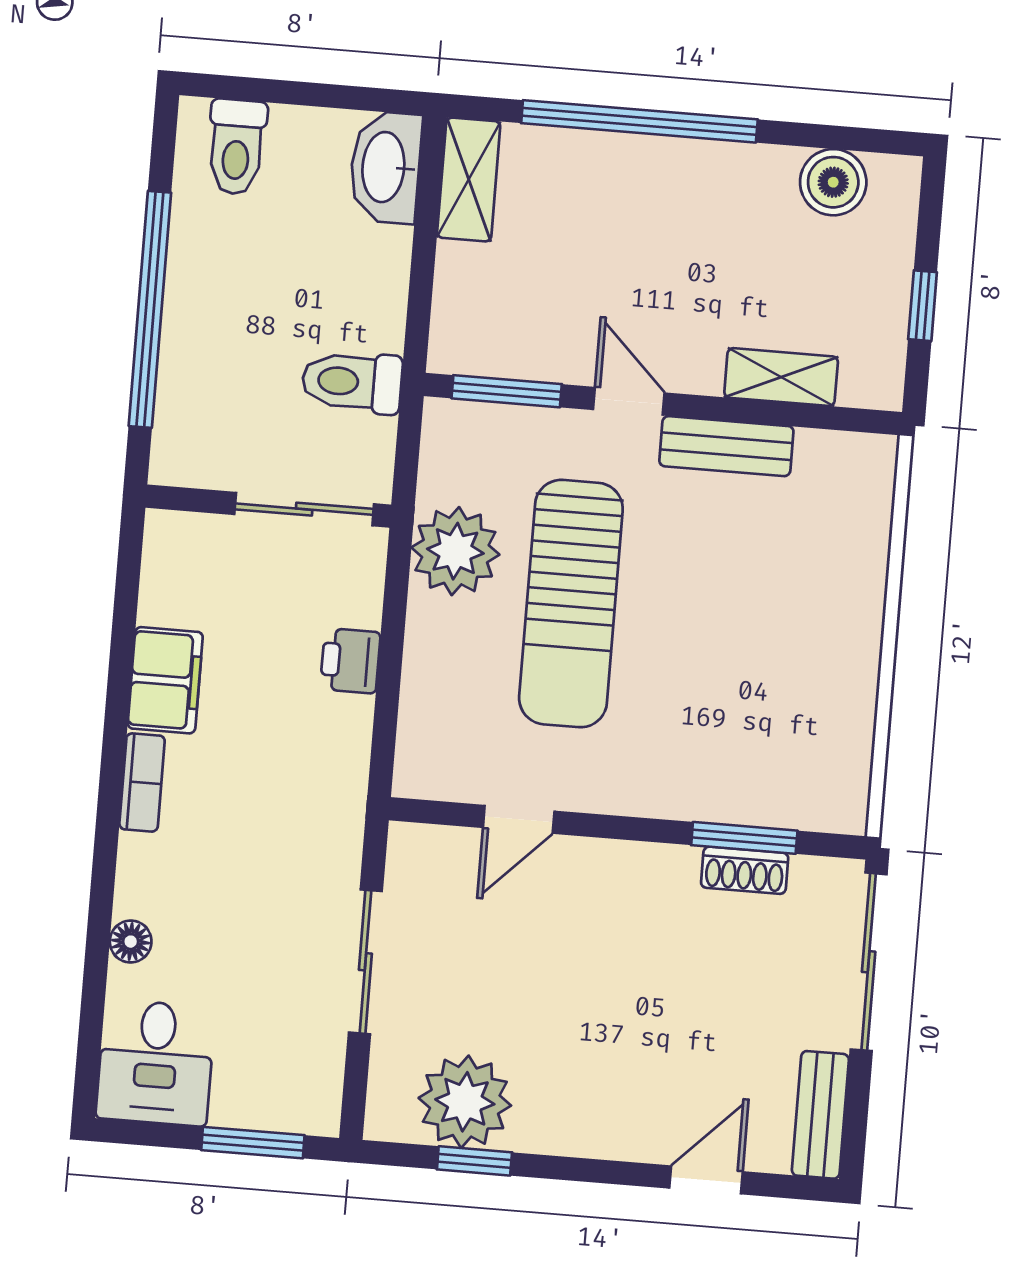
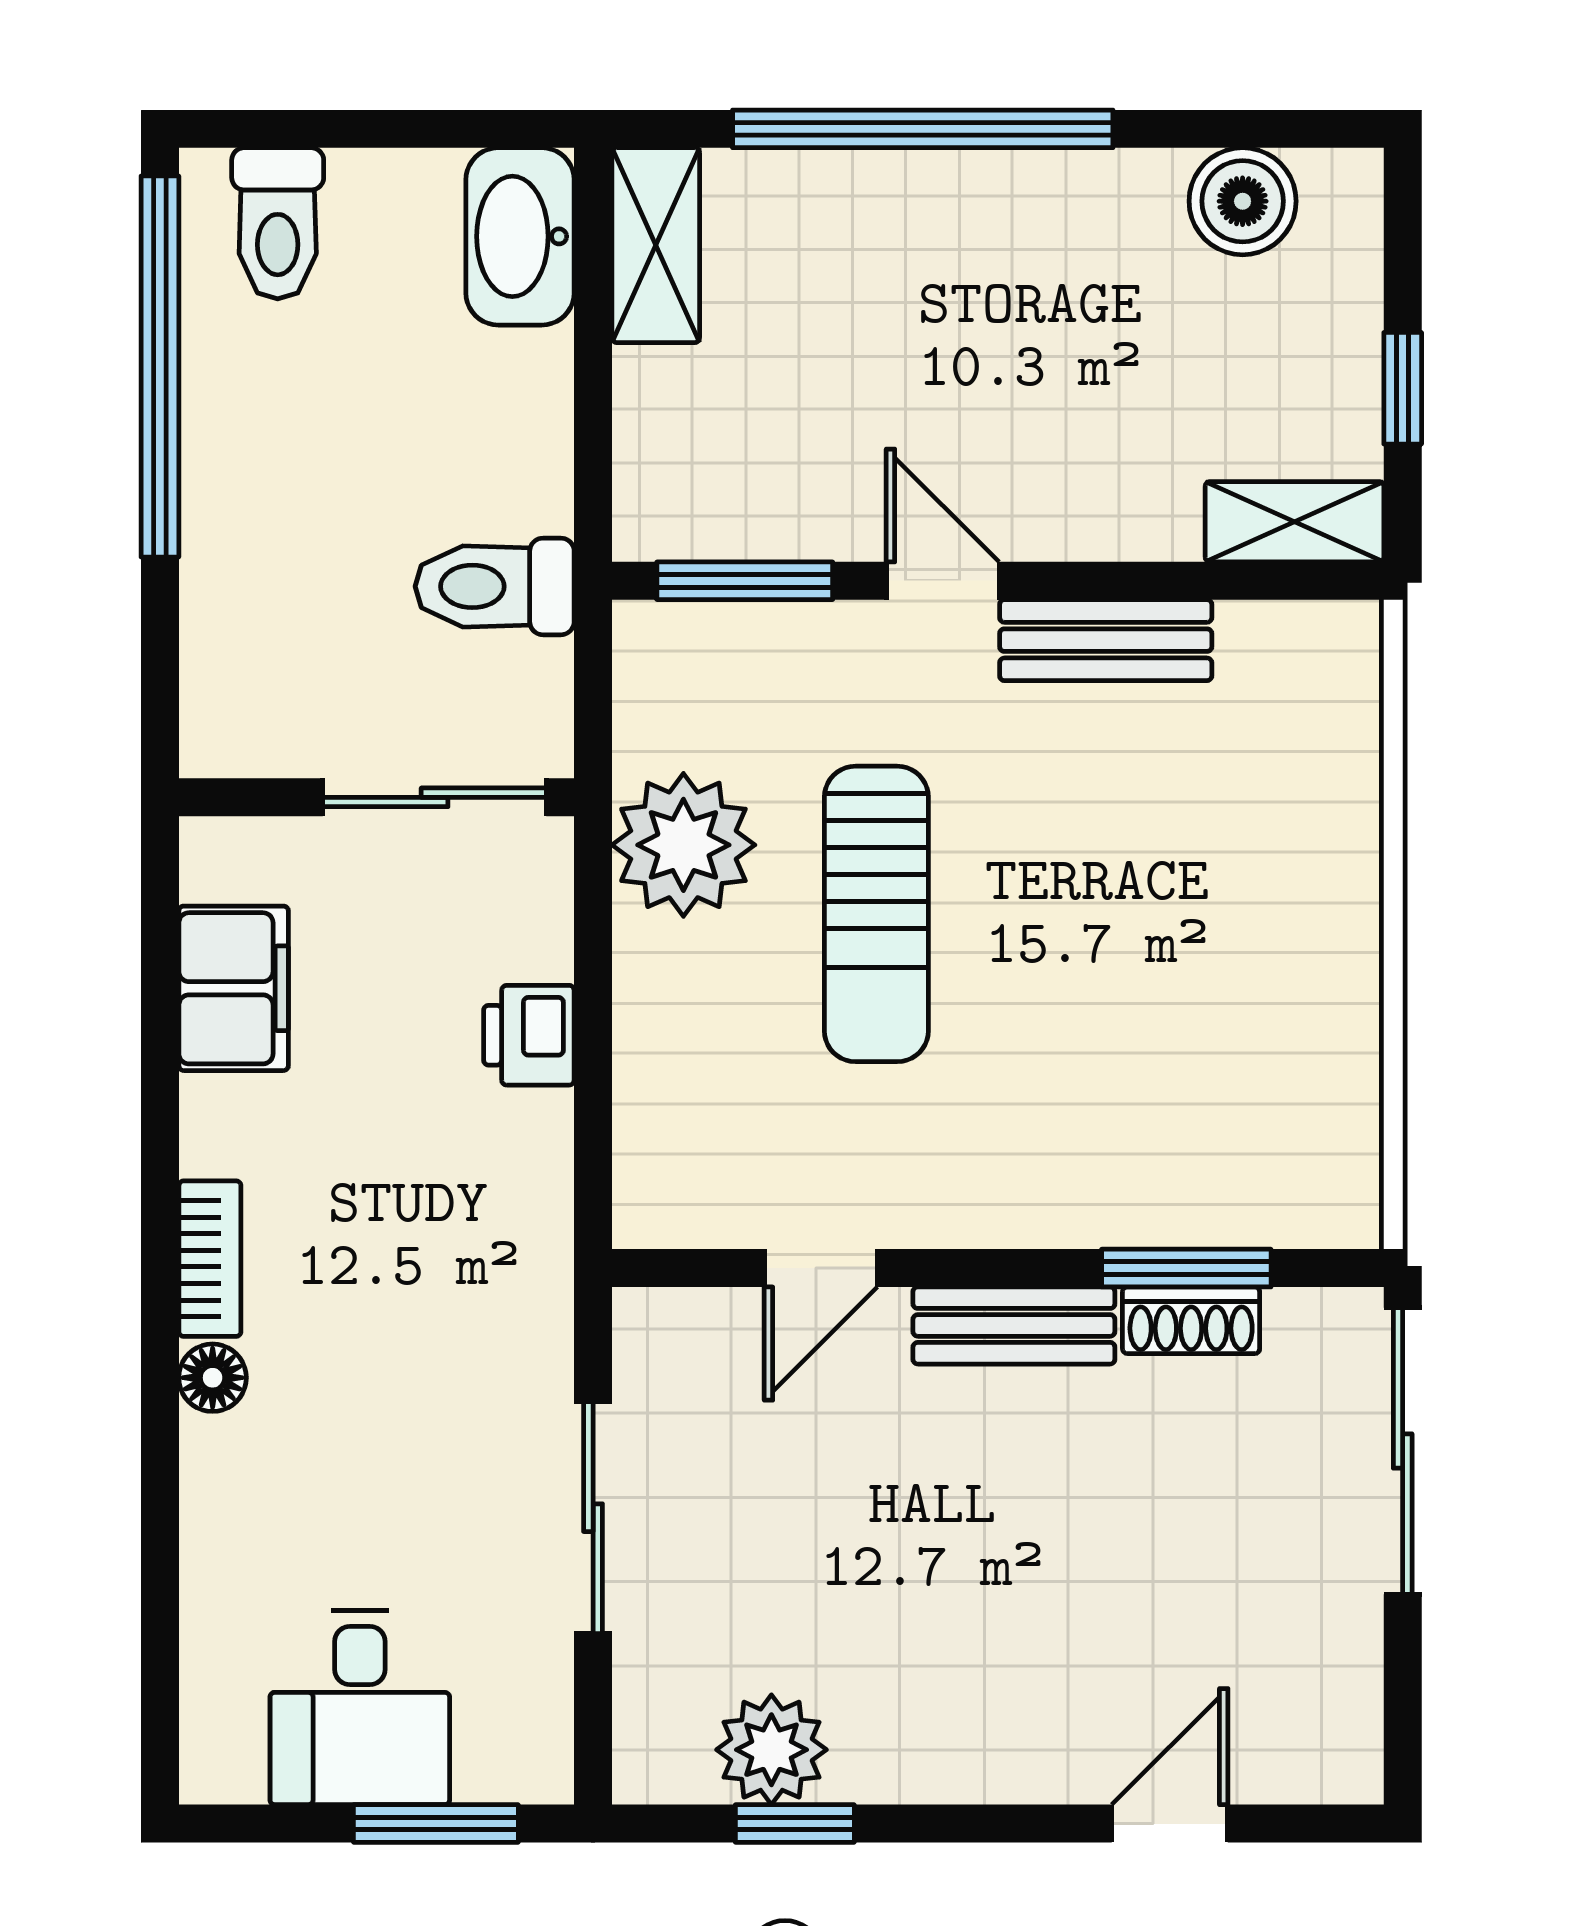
window: (150, 309) -> (160, 366), moved
shelving: (781, 377) -> (1295, 522), moved
sun lounger: (571, 604) -> (876, 914), width x0.73, depth x0.75
filing cabinet: (165, 680) -> (234, 988), moved
floor lamp: (131, 942) -> (213, 1378), moved
desk: (156, 1063) -> (360, 1708), moved
plant: (465, 1102) -> (771, 1750), width x0.73, depth x0.73
bench: (820, 1115) -> (1014, 1325), moved, turned 90

